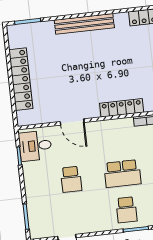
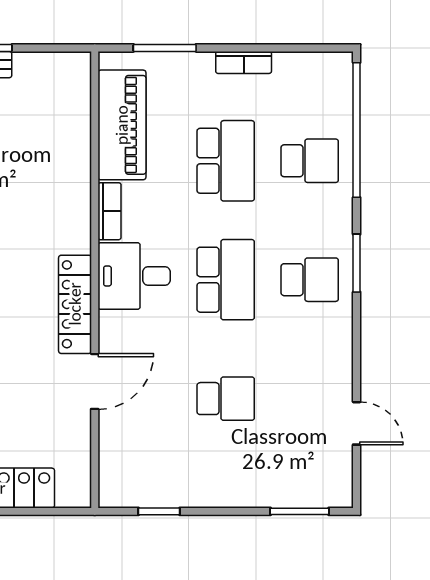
locker: (122, 108) -> (75, 304), moved
desk: (35, 146) -> (134, 276), moved, turned 90

